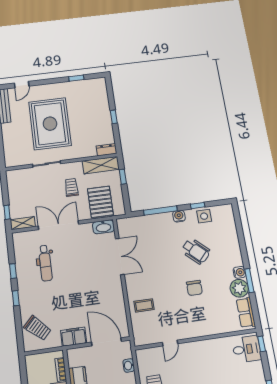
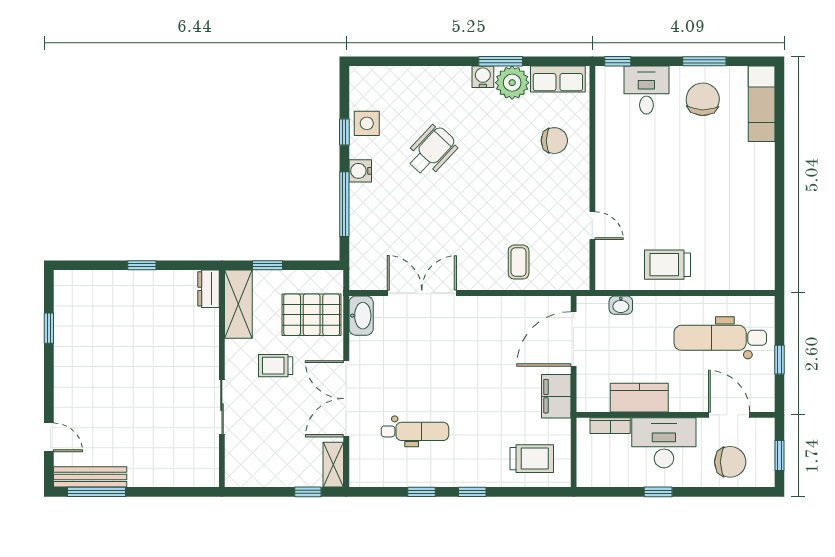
rug: (50, 124) -> (140, 391), removed
chair: (194, 288) -> (554, 141), moved
trolley: (37, 328) -> (532, 459), turned 47
desk: (247, 349) -> (646, 90), moved

